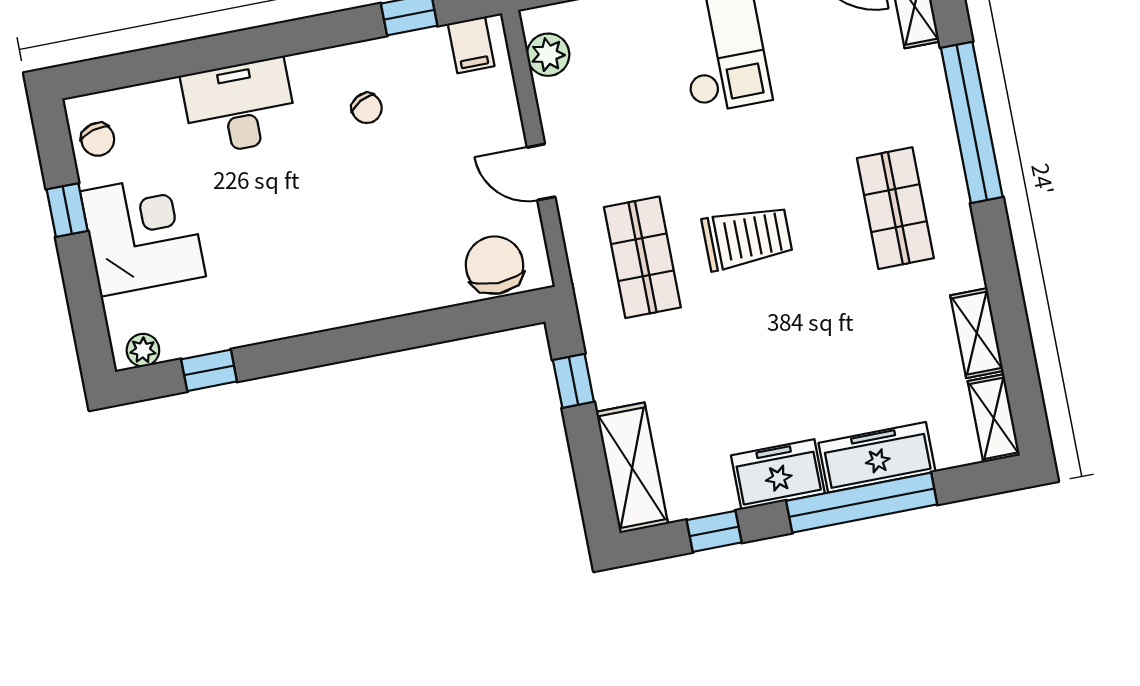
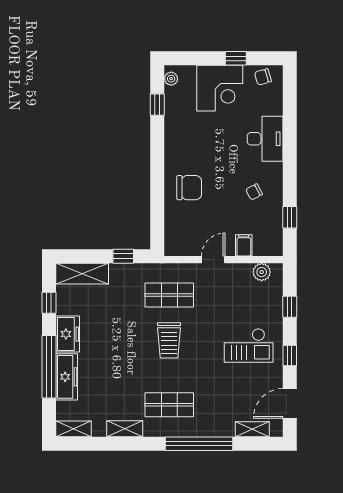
filing cabinet: (471, 45) -> (244, 245), moved, turned 90
chair: (494, 265) -> (189, 188), moved
shelving: (977, 333) -> (125, 429), moved

